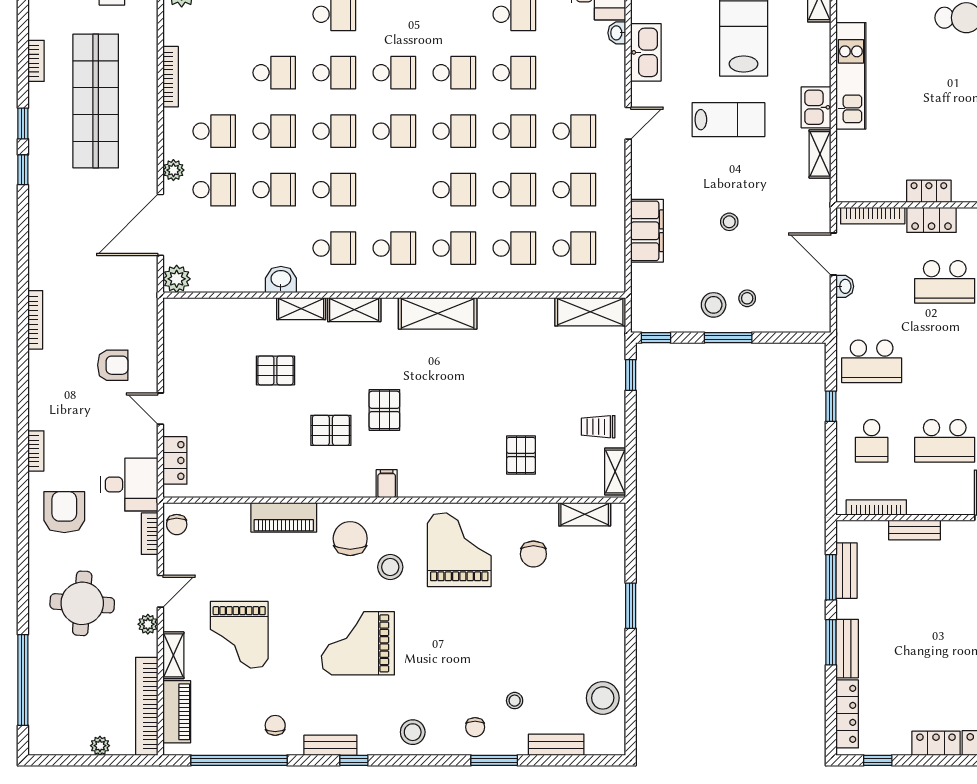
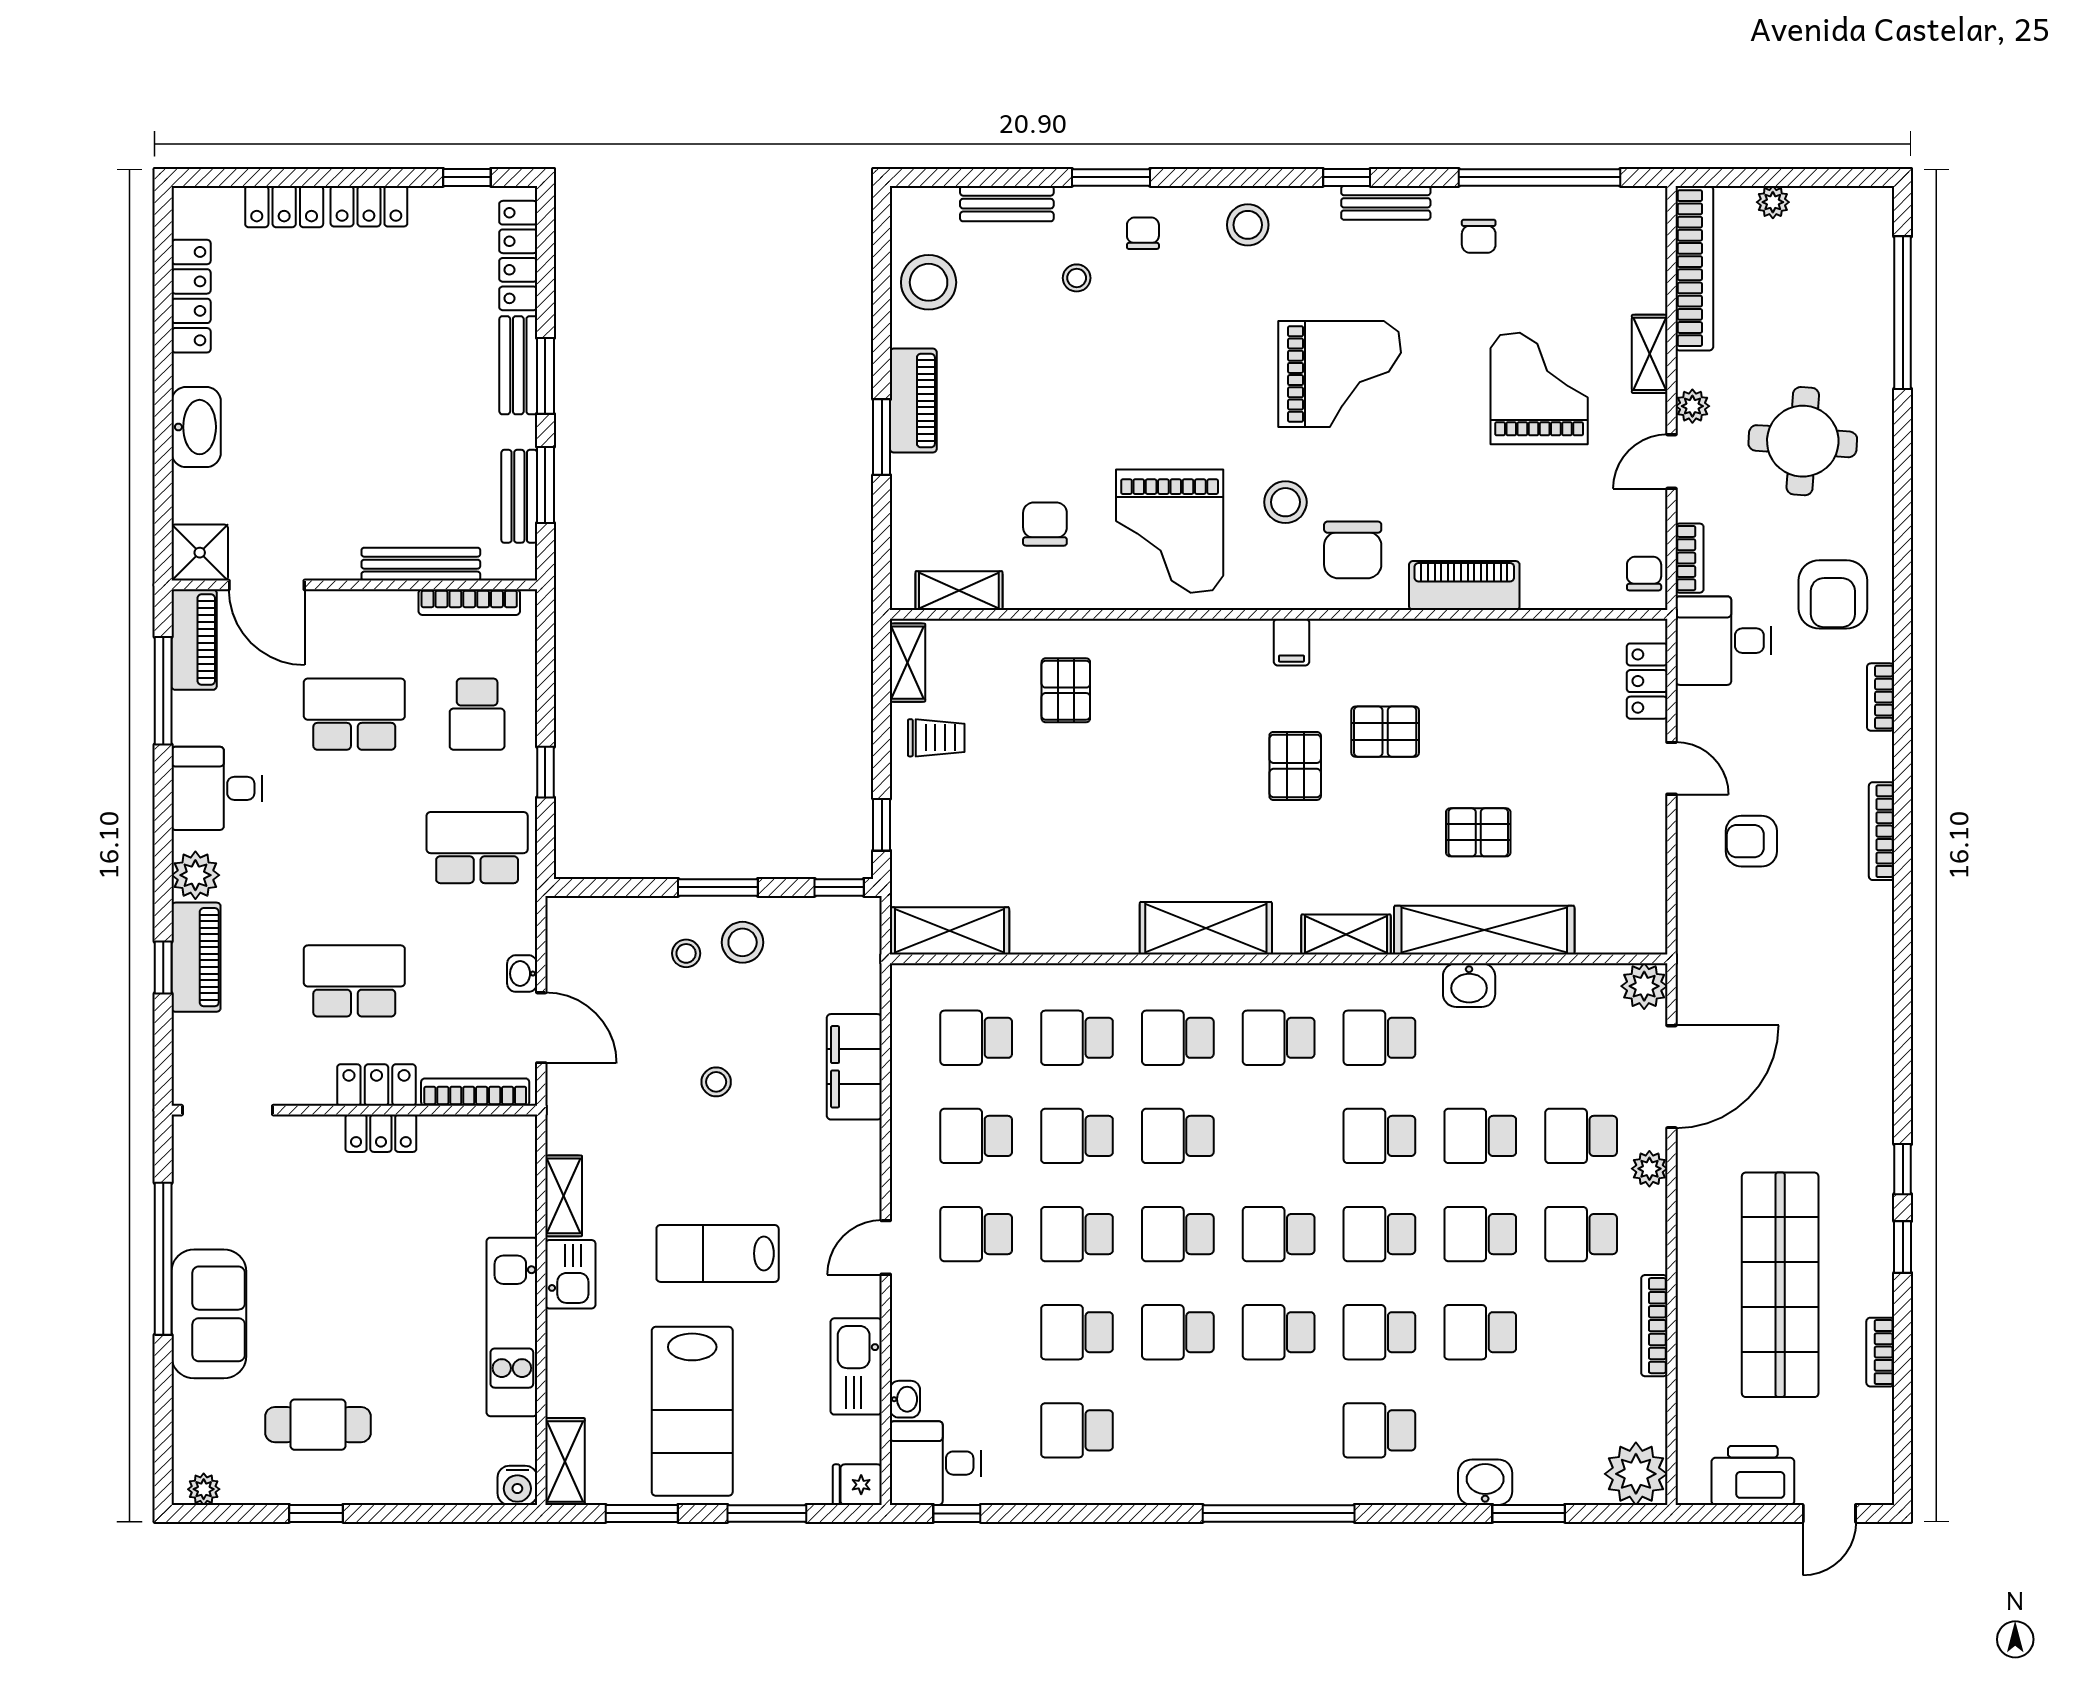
shelving: (301, 309) -> (1484, 930), width x2.20, depth x1.33
bookcase: (35, 320) -> (1882, 831), moved
school desk: (872, 441) -> (477, 714), turned 180
bench: (915, 530) -> (421, 564), width x1.36
piano: (177, 712) -> (913, 401), moved, turned 180

